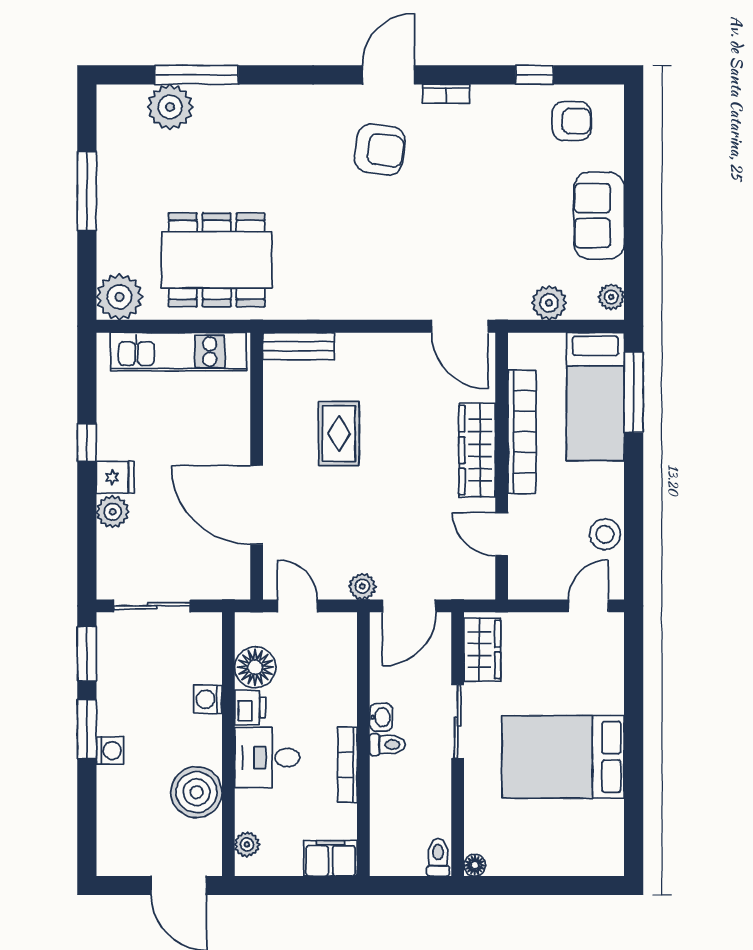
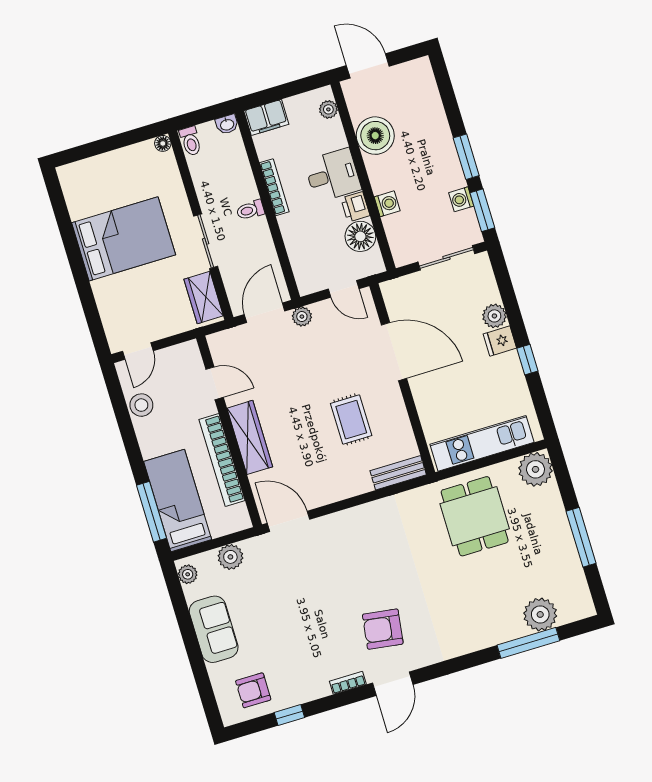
dining table: (217, 260) -> (475, 516), width x0.73
washbasin: (381, 717) -> (227, 124), moved, turned -90
washing machine: (110, 751) -> (461, 199), moved

